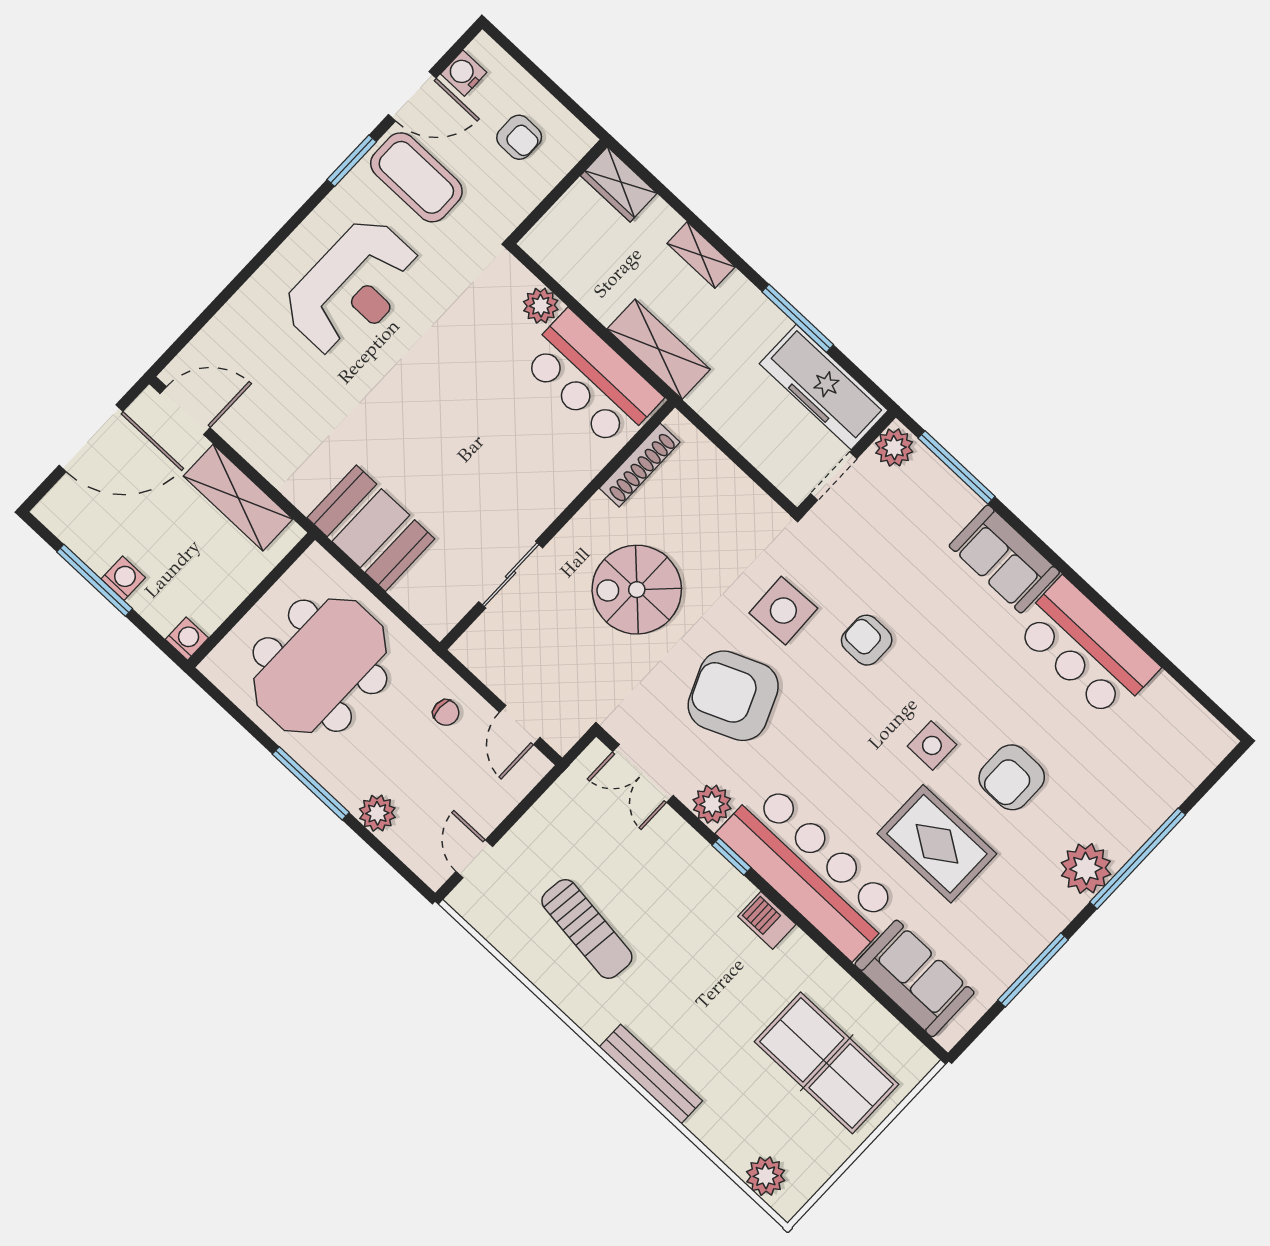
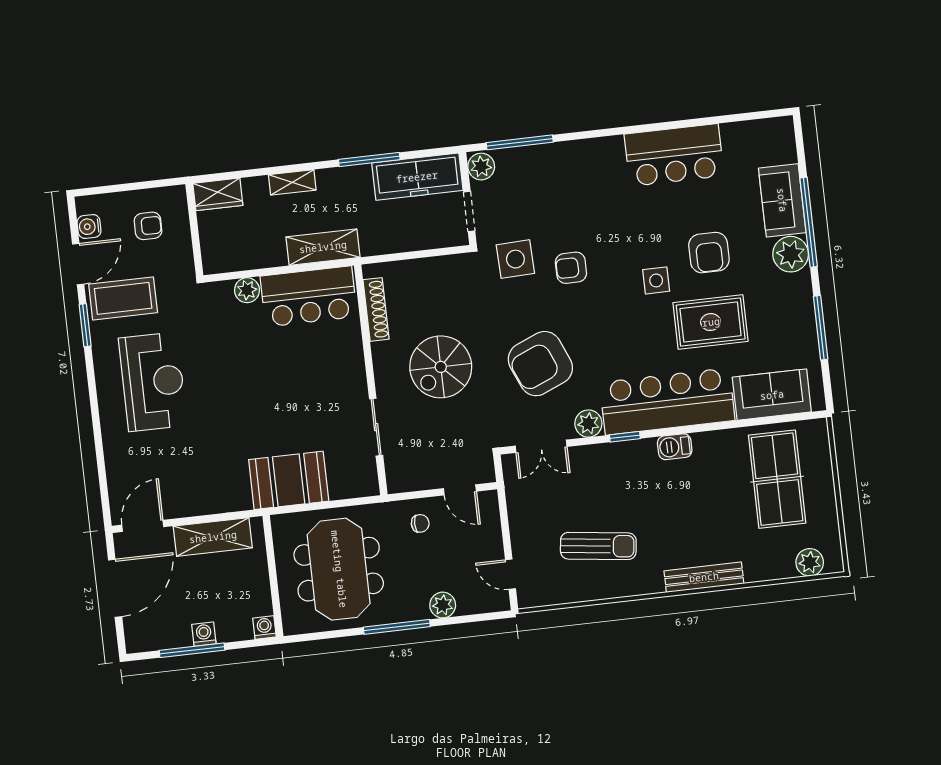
sofa: (1004, 559) -> (782, 200), moved, turned 90
side table: (783, 611) -> (515, 259), moved
table tennis table: (827, 1063) -> (777, 479), turned 90

